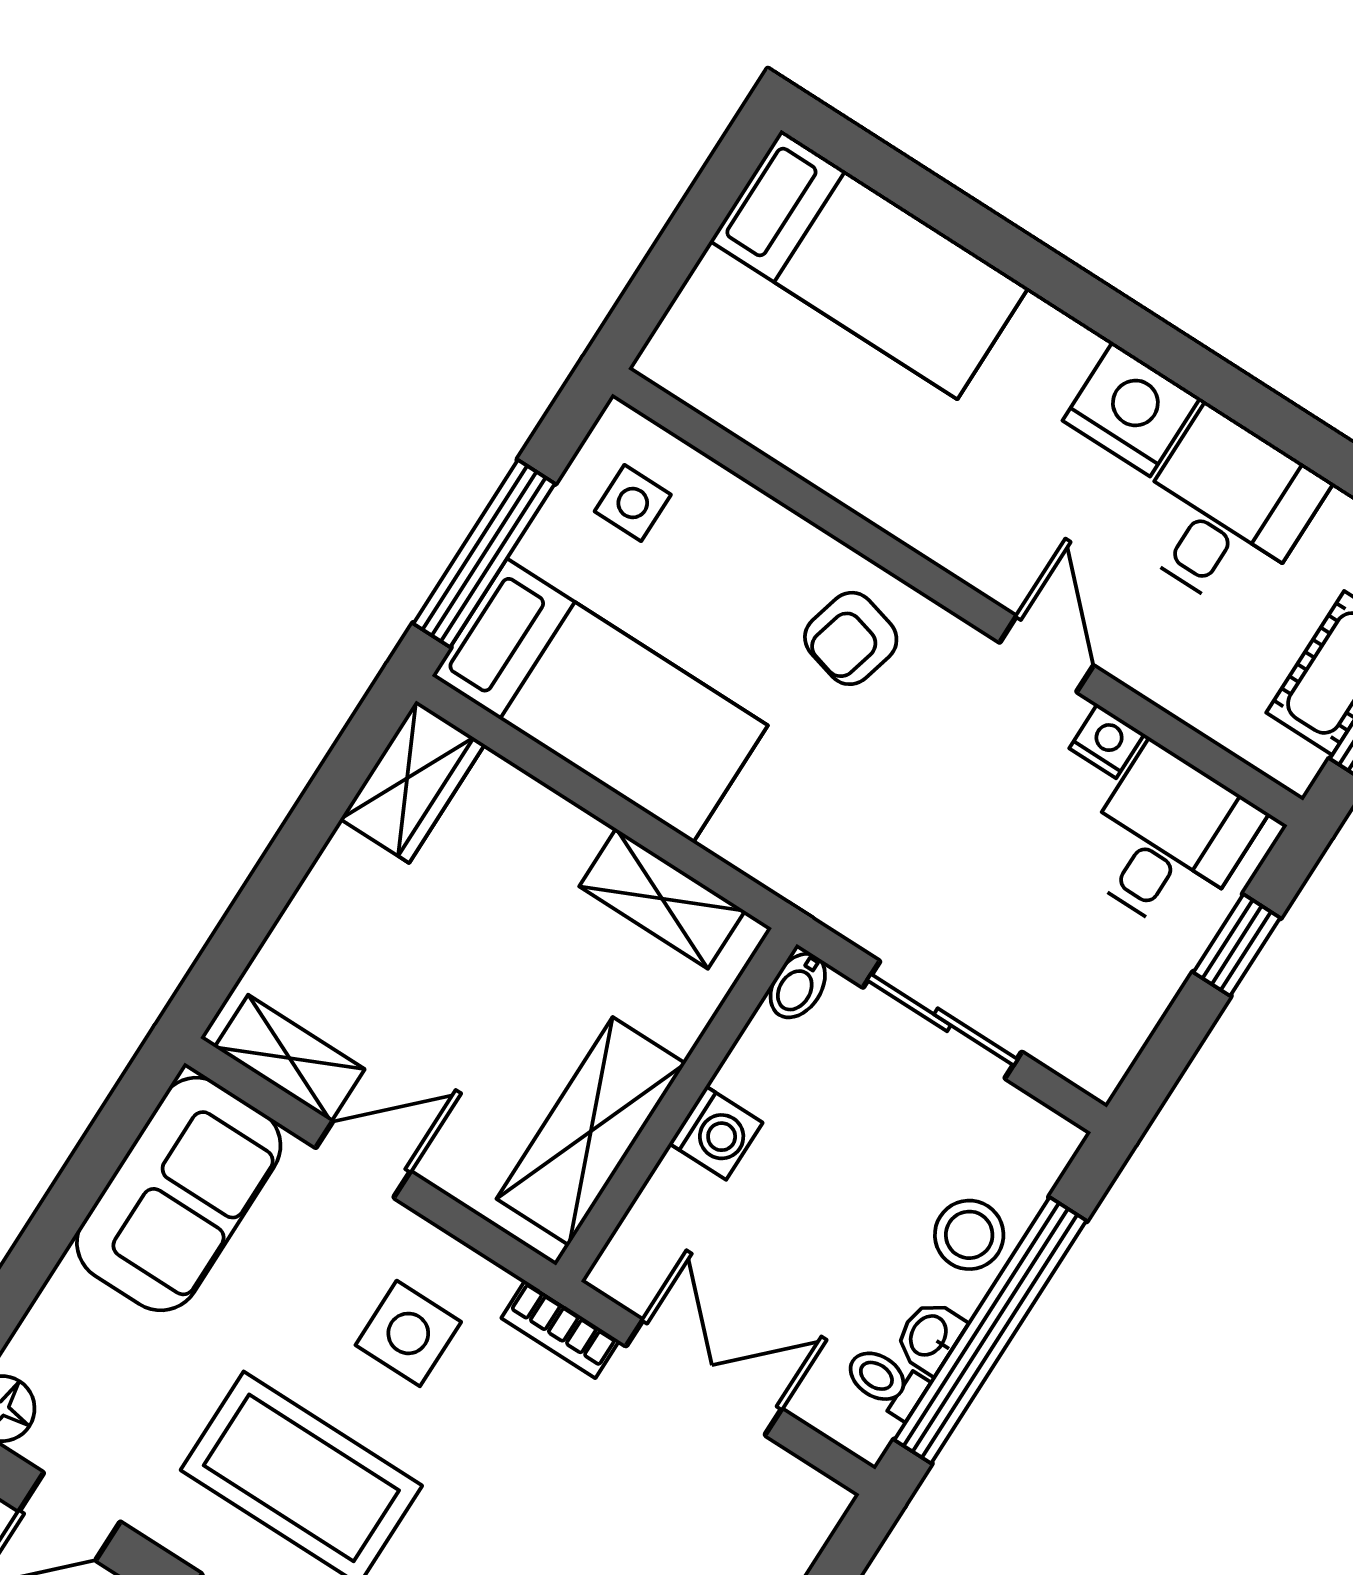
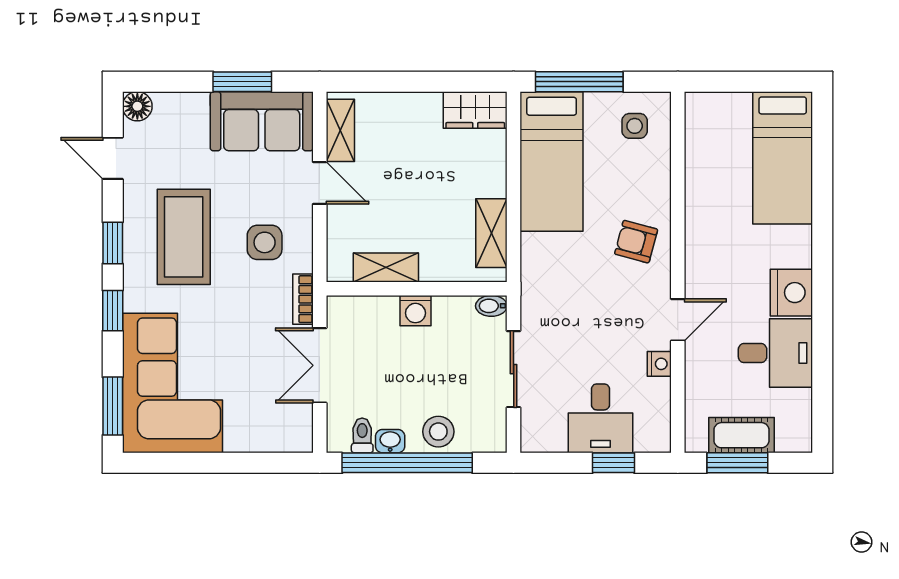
desk: (1168, 840) -> (600, 418), moved, turned 90
shelving: (591, 1131) -> (386, 267), width x0.67, depth x0.75
window: (81, 1183) -> (242, 82), added
double door: (704, 1377) -> (320, 365), swing flipped

